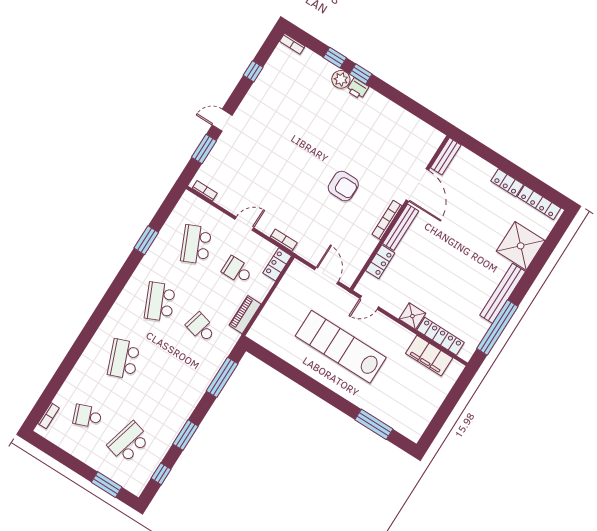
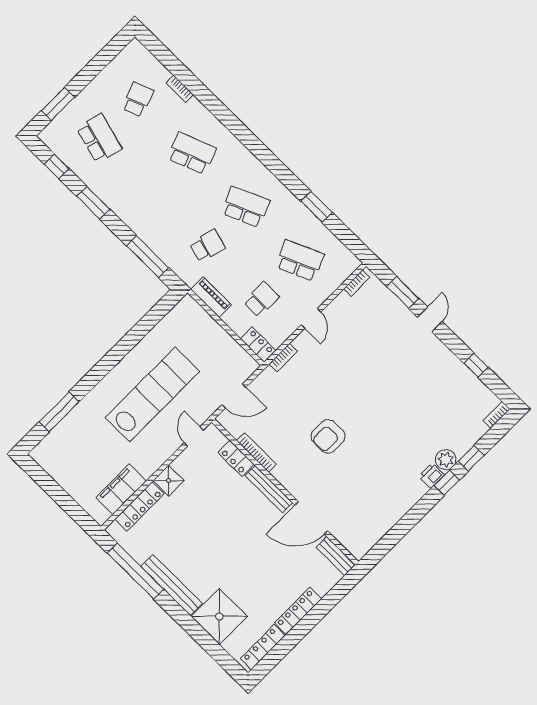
locker: (507, 183) -> (298, 611), width x1.53
bookcase: (387, 220) -> (256, 452), moved
bookcase: (49, 416) -> (180, 89), moved

